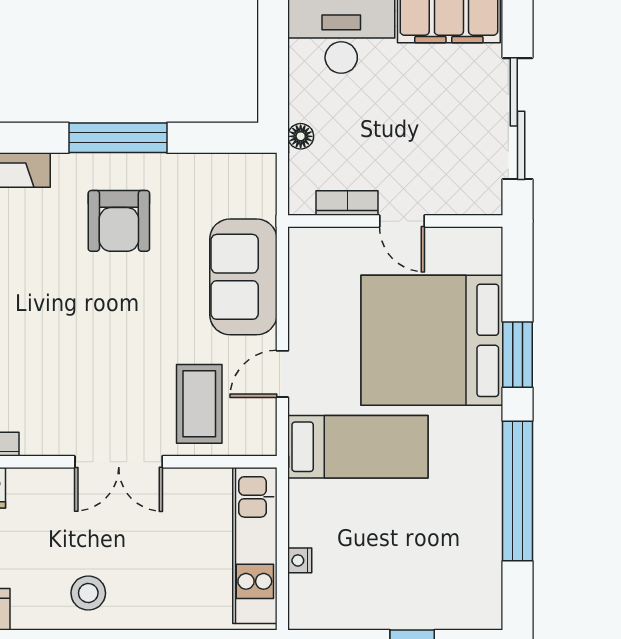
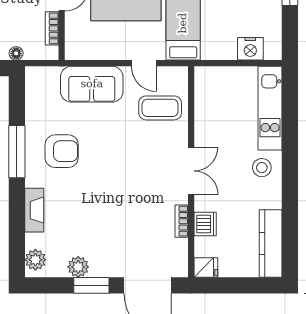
double door: (119, 462) -> (191, 171), moved
kitchen unit: (255, 545) -> (270, 108), moved, turned 90
nightstand: (300, 560) -> (250, 49), width x1.89, depth x1.79

